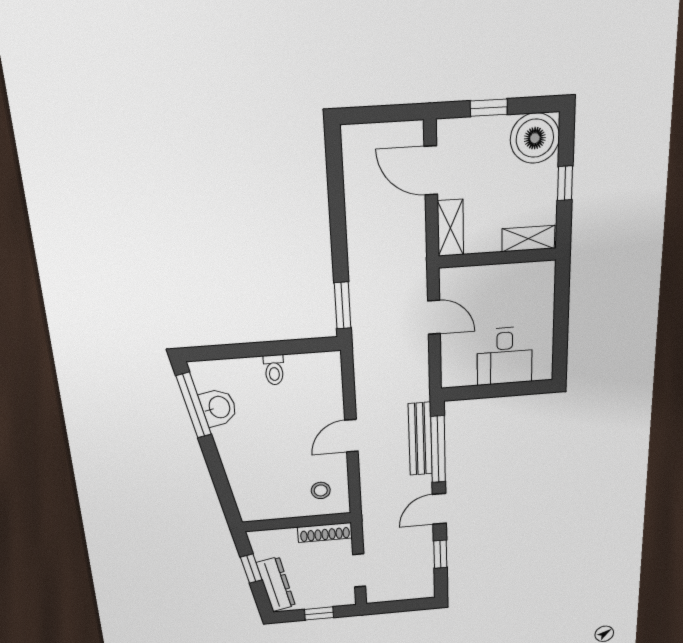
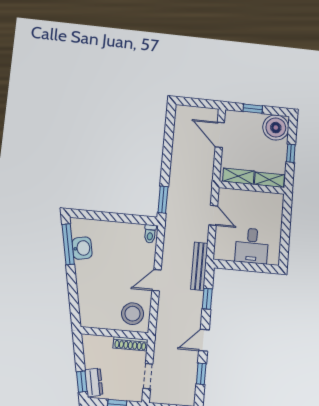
shelving: (450, 228) -> (238, 176), moved, turned 90
toilet: (274, 370) -> (150, 234), moved
bench: (420, 439) -> (199, 266), moved
window: (438, 449) -> (207, 299), width x0.46
stool: (321, 490) -> (133, 314), width x1.89, depth x1.89
window: (251, 569) -> (82, 382), moved
dresser: (276, 584) -> (94, 382), width x0.70

